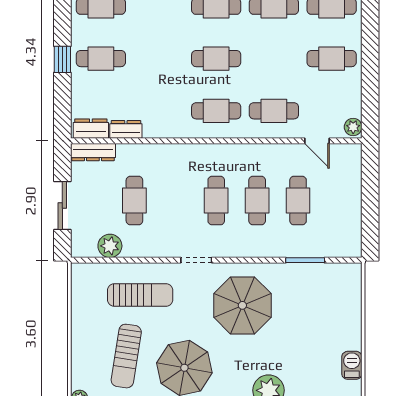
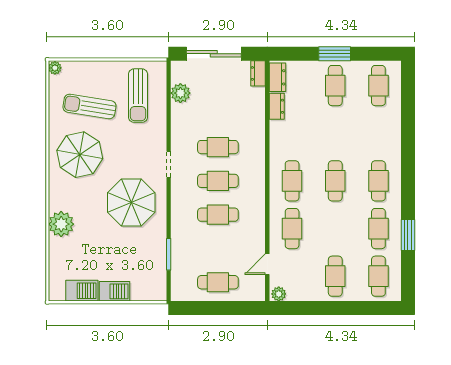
window: (62, 59) -> (335, 54), width x1.50
dresser: (93, 152) -> (258, 73), width x0.70
cafe table: (134, 201) -> (218, 147), moved
cafe table: (298, 201) -> (218, 282), moved
sliding door: (62, 206) -> (214, 54), width x1.37
sun lounger: (140, 295) -> (138, 96), moved
barbecue: (350, 326) -> (114, 291), added
barbecue: (352, 365) -> (82, 291), width x1.38, depth x1.27

